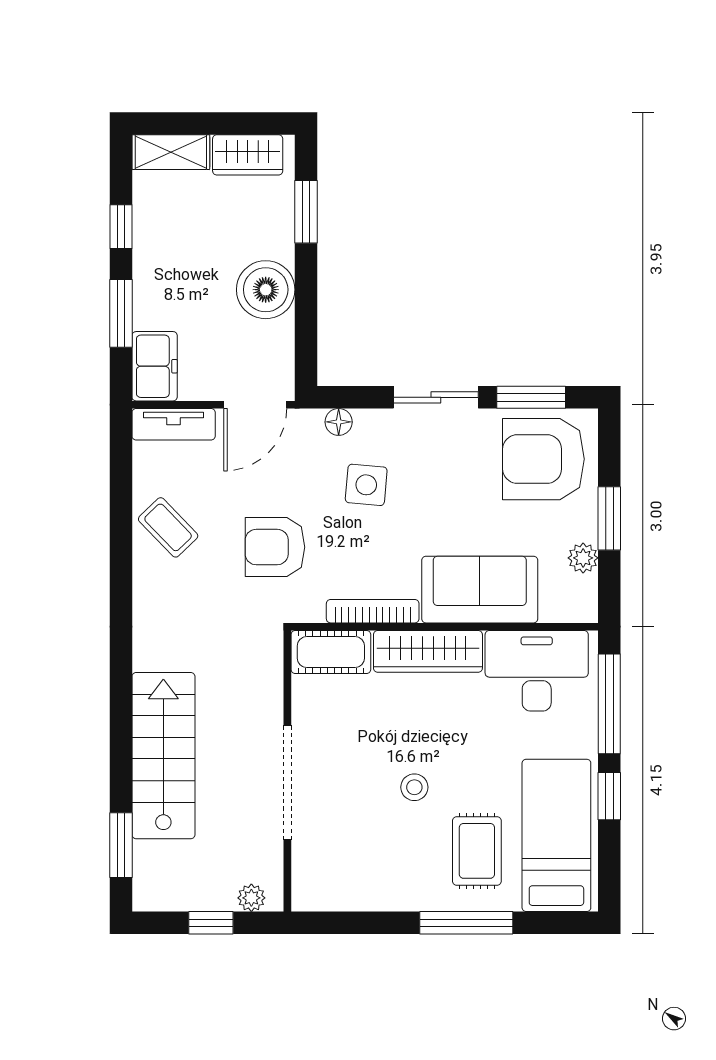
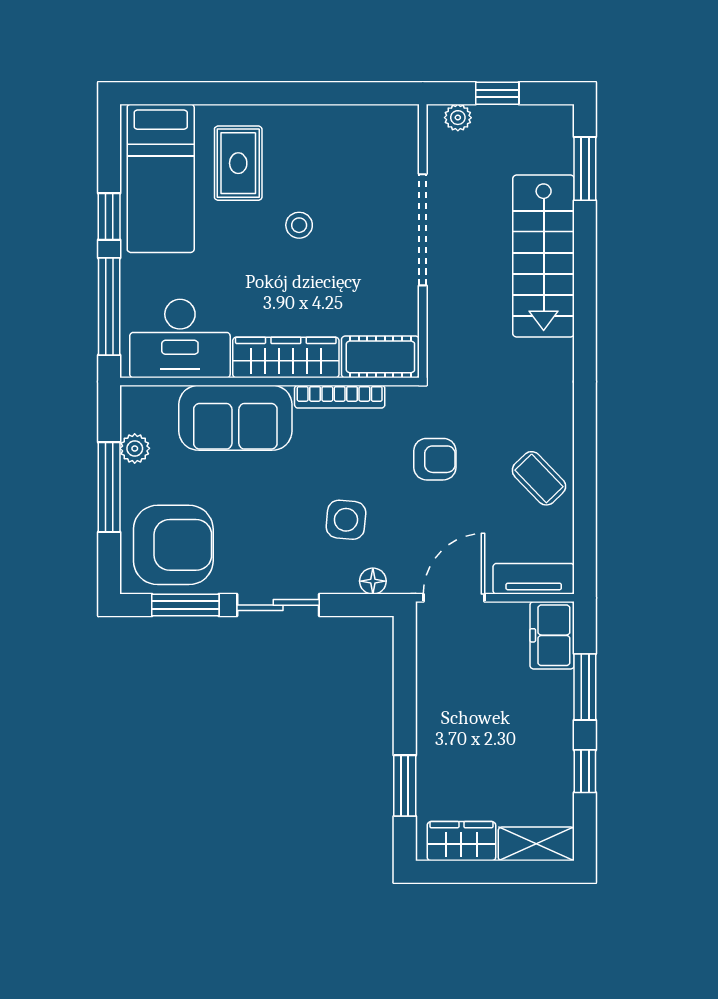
boiler: (266, 290) -> (444, 710), removed
window: (609, 518) -> (109, 487), width x1.44
armchair: (275, 547) -> (435, 459), width x0.72, depth x0.72
window: (466, 923) -> (249, 93), removed

